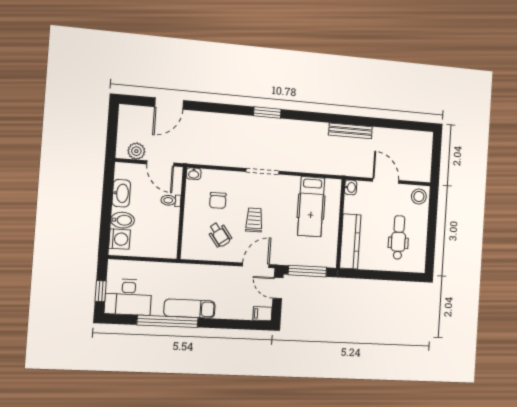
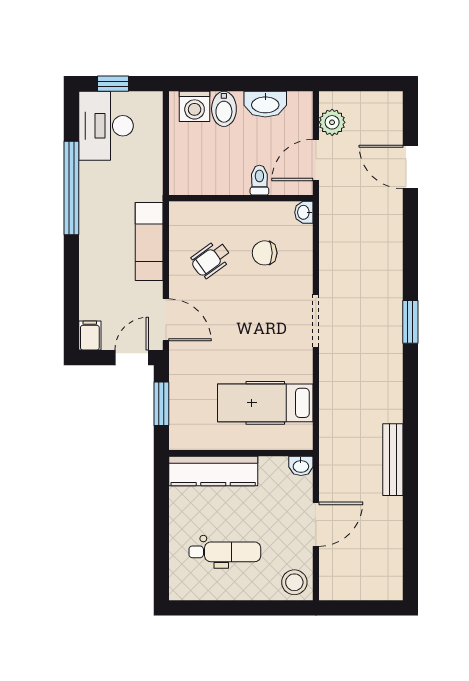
trolley: (254, 220) -> (238, 312), removed
window: (307, 271) -> (161, 404), width x0.69
exam couch: (189, 309) -> (149, 242), moved, turned 180

